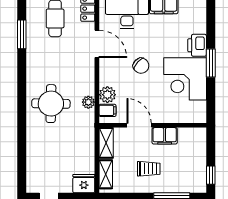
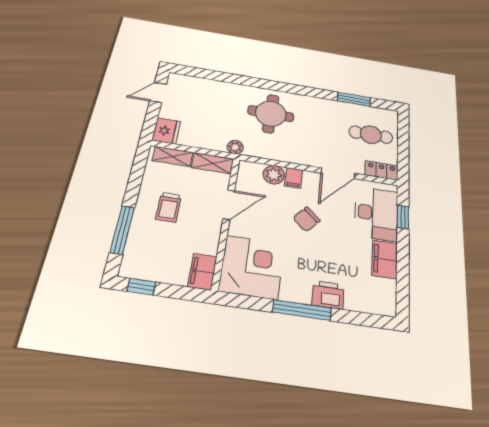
window: (211, 63) -> (302, 310), width x1.44
corner desk: (185, 79) -> (252, 267), moved, turned 90
plant: (88, 102) -> (235, 147), moved
filing cabinet: (108, 110) -> (294, 178), moved
filing cabinet: (165, 136) -> (202, 272), moved

